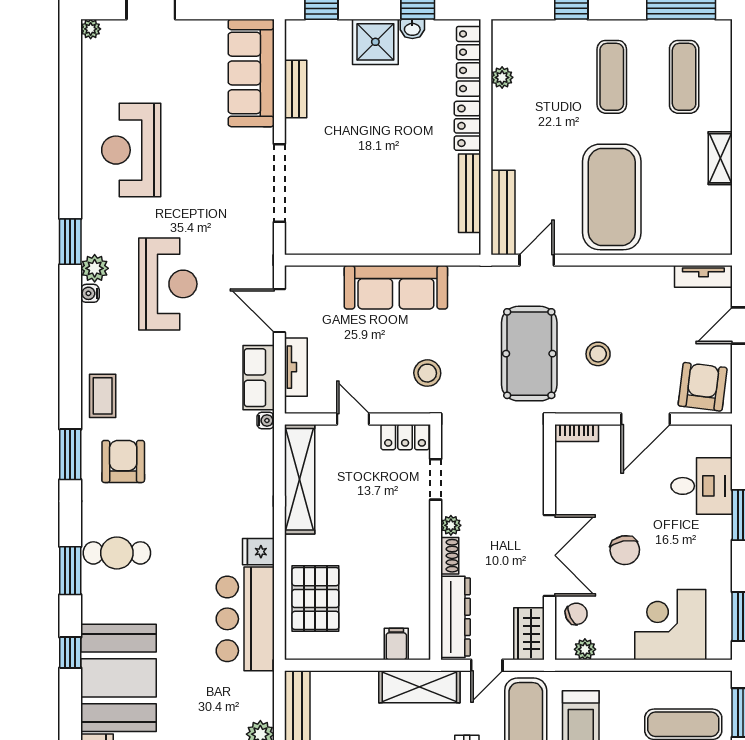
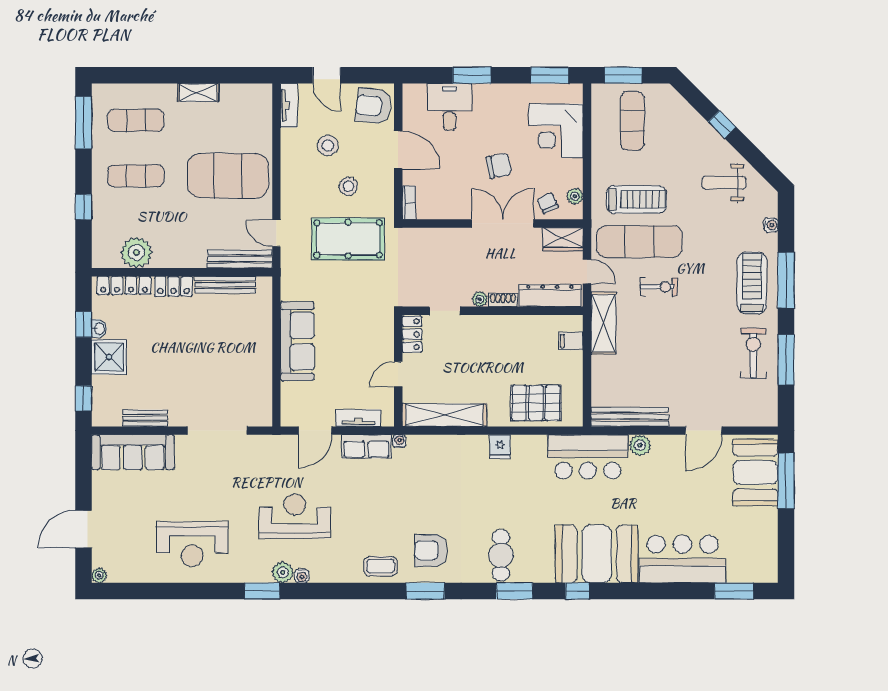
plant: (502, 77) -> (136, 253), width x1.88, depth x1.88
stool: (427, 373) -> (328, 145), moved
bar counter: (245, 619) -> (588, 457), moved

